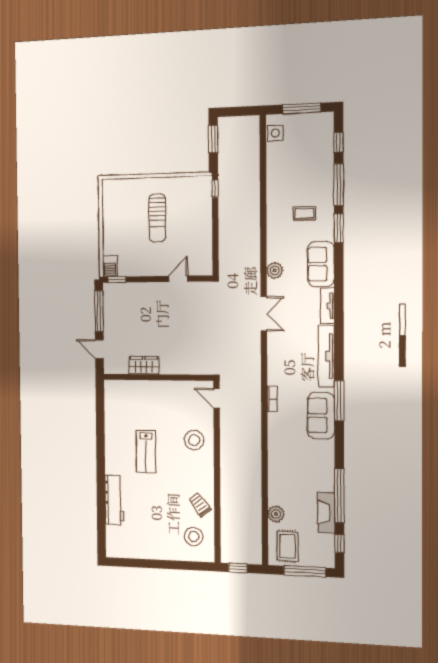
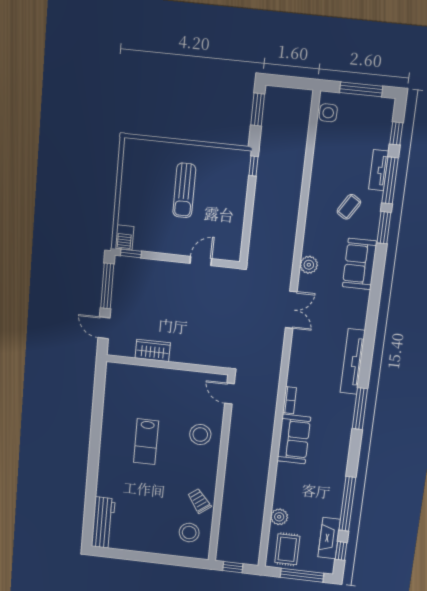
coffee table: (304, 213) -> (349, 207), turned -58
tv unit: (327, 306) -> (379, 170), moved
sofa: (321, 416) -> (294, 439), moved, turned 180
workbench: (114, 500) -> (103, 523), moved
fireplace: (326, 512) -> (329, 538), moved

